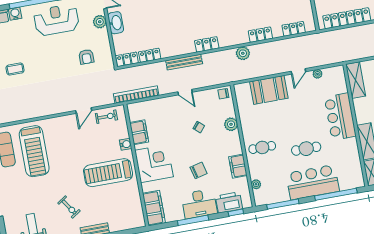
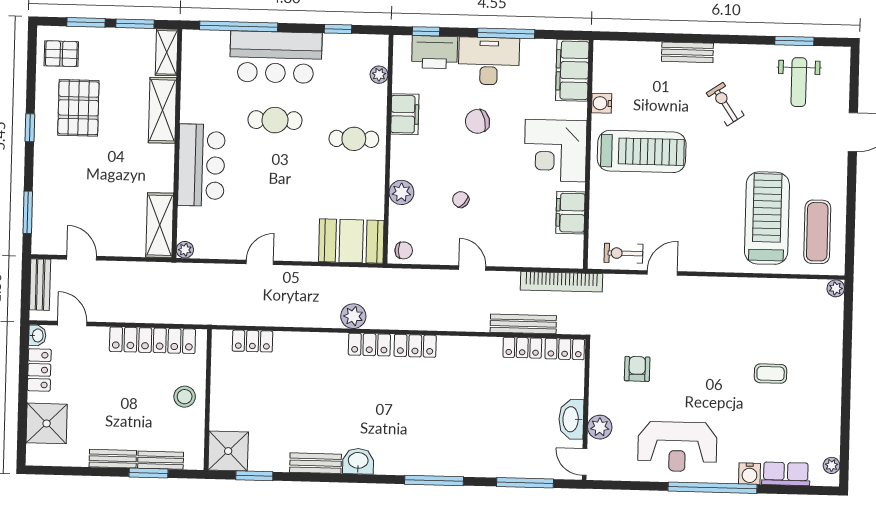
locker: (260, 35) -> (369, 345), moved
bench: (184, 62) -> (523, 324), moved
plant: (317, 74) -> (185, 250), moved
booth: (269, 90) -> (351, 241), moved
water cooler: (126, 144) -> (602, 103), moved
window: (283, 204) -> (338, 29), width x0.46

